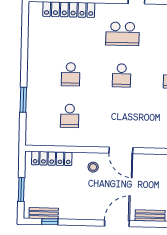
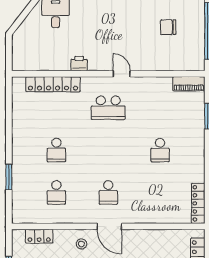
school desk: (122, 75) -> (108, 192), moved
locker: (52, 158) -> (39, 236), width x0.66

